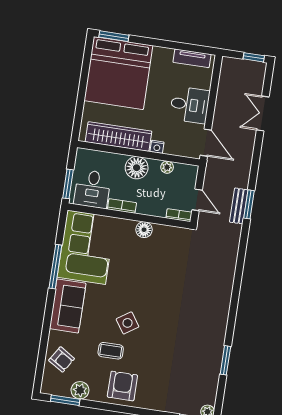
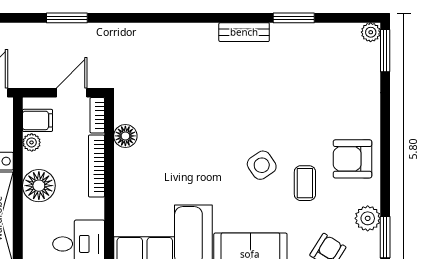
filing cabinet: (182, 174) -> (38, 120), added
bookcase: (122, 206) -> (96, 166), moved, width x1.56
bench: (239, 206) -> (244, 32), moved
floor lamp: (144, 230) -> (125, 136), moved

